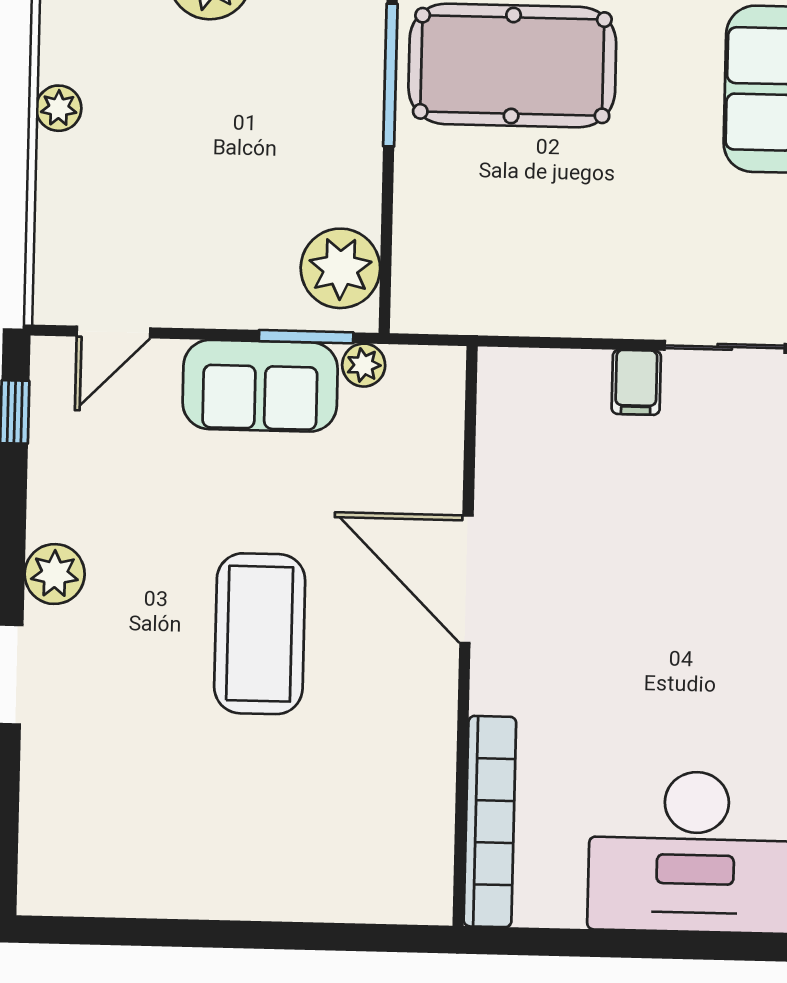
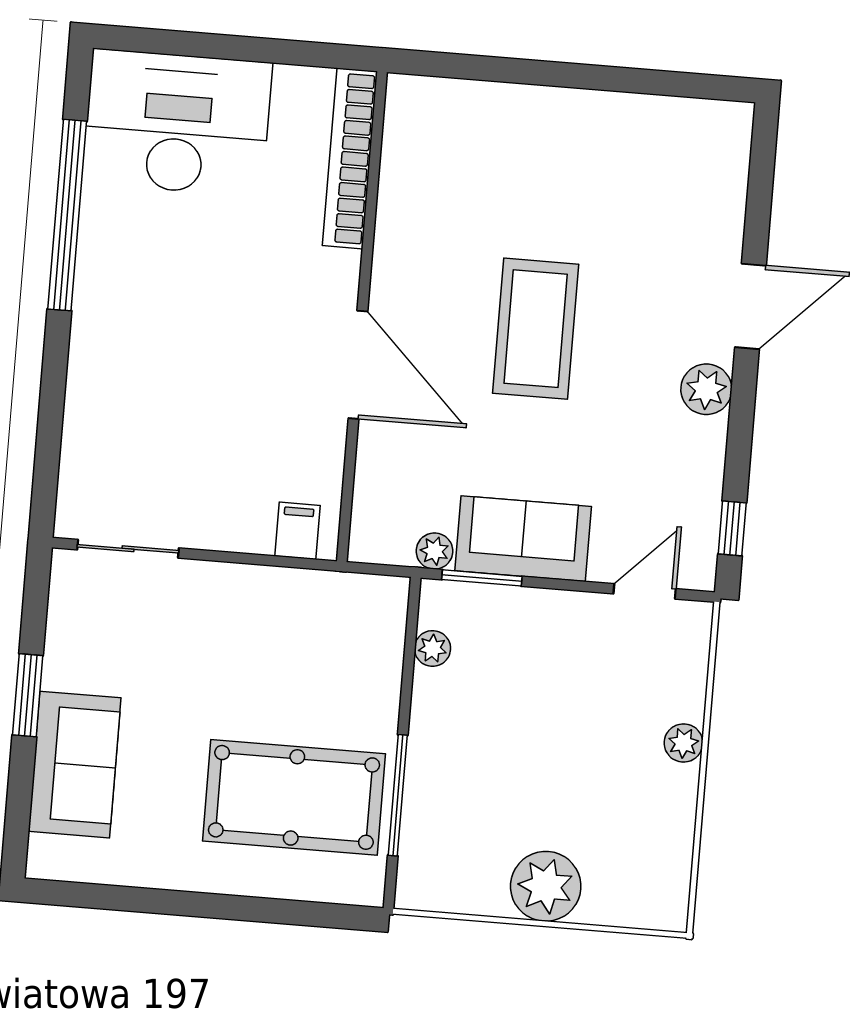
plant: (59, 108) -> (683, 743), moved
plant: (340, 268) -> (433, 648), width x0.53, depth x0.53
filing cabinet: (636, 382) -> (297, 531), moved

